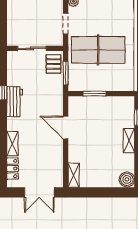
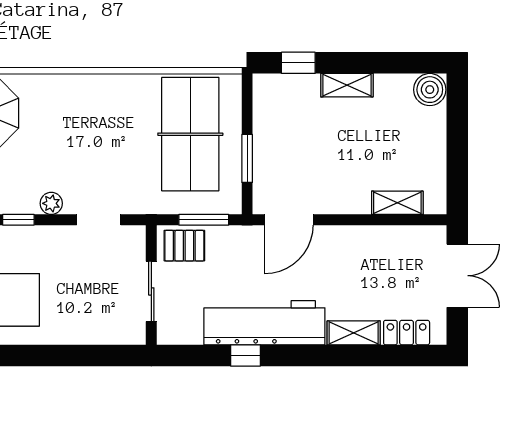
table tennis table: (98, 50) -> (190, 134), moved
workbench: (15, 102) -> (264, 323), width x1.87, depth x1.32
door: (66, 128) -> (289, 220), moved
shelving: (74, 175) -> (397, 203), moved

